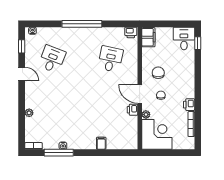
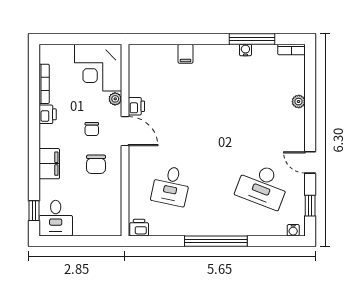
filing cabinet: (148, 37) -> (49, 164), moved, turned 180
desk: (52, 59) -> (263, 186), width x1.37

